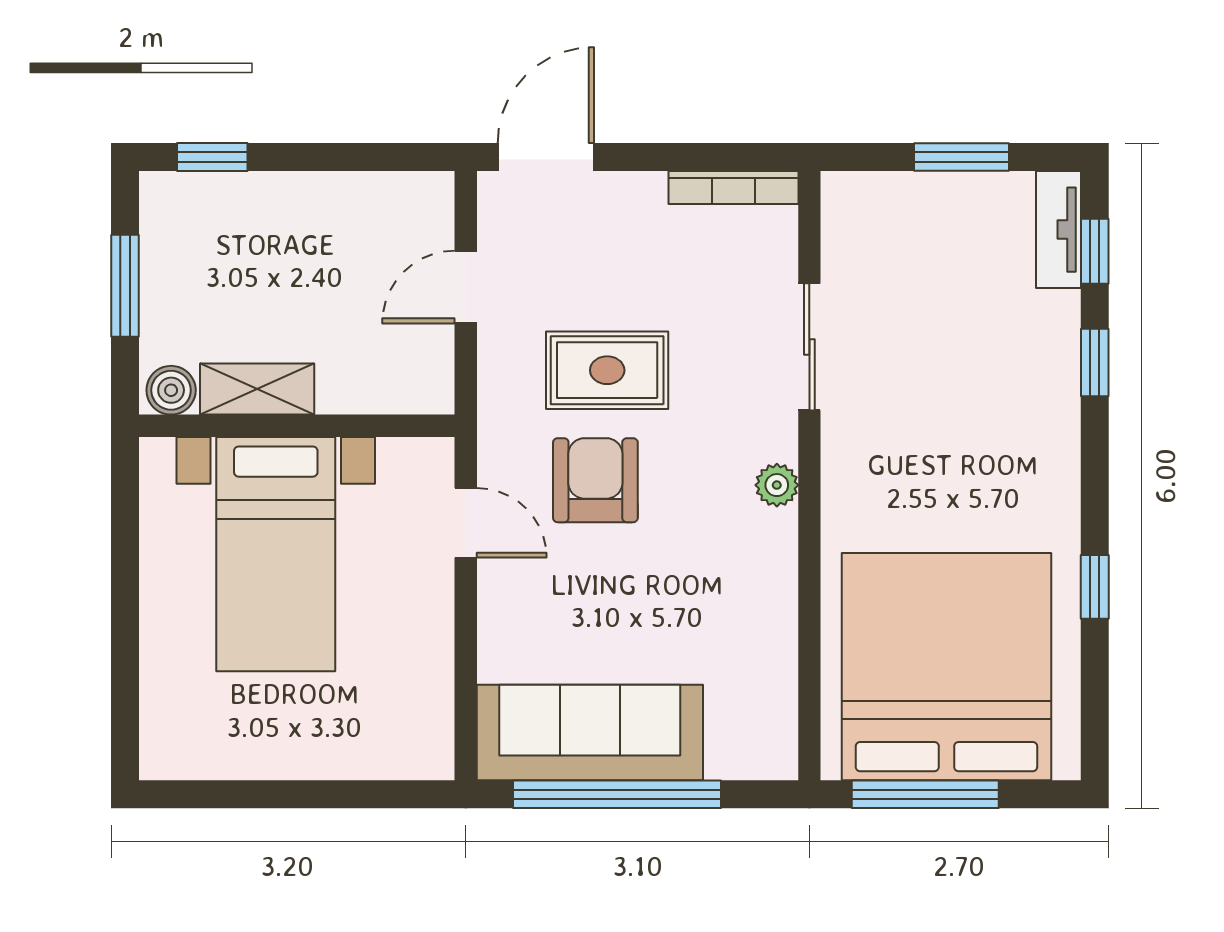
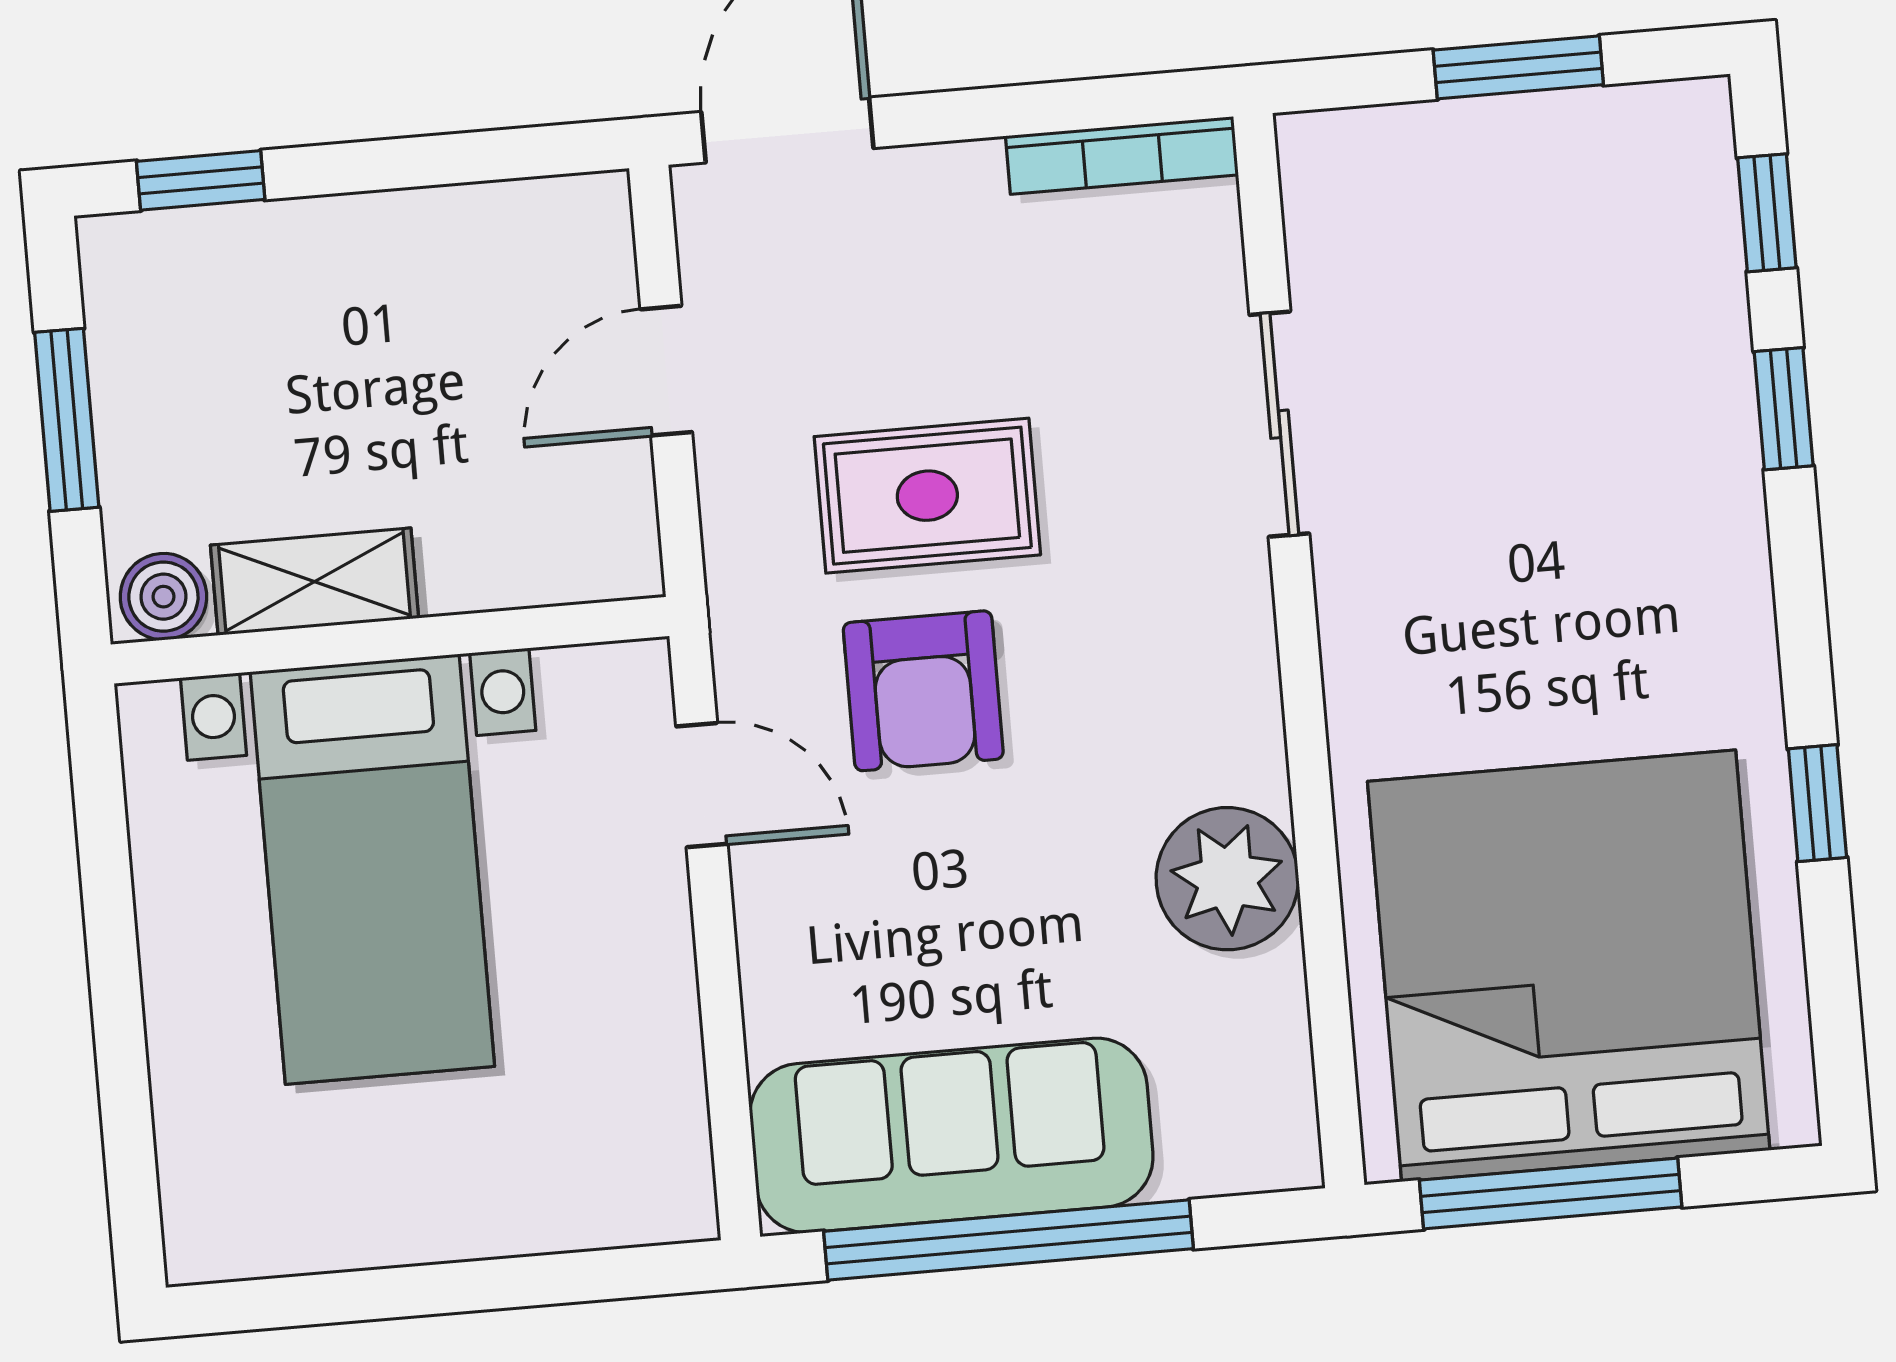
tv unit: (1059, 230) -> (1700, 180), removed
armchair: (595, 480) -> (923, 691), turned 180
plant: (777, 485) -> (1227, 879), moved, width x1.87, depth x1.87

